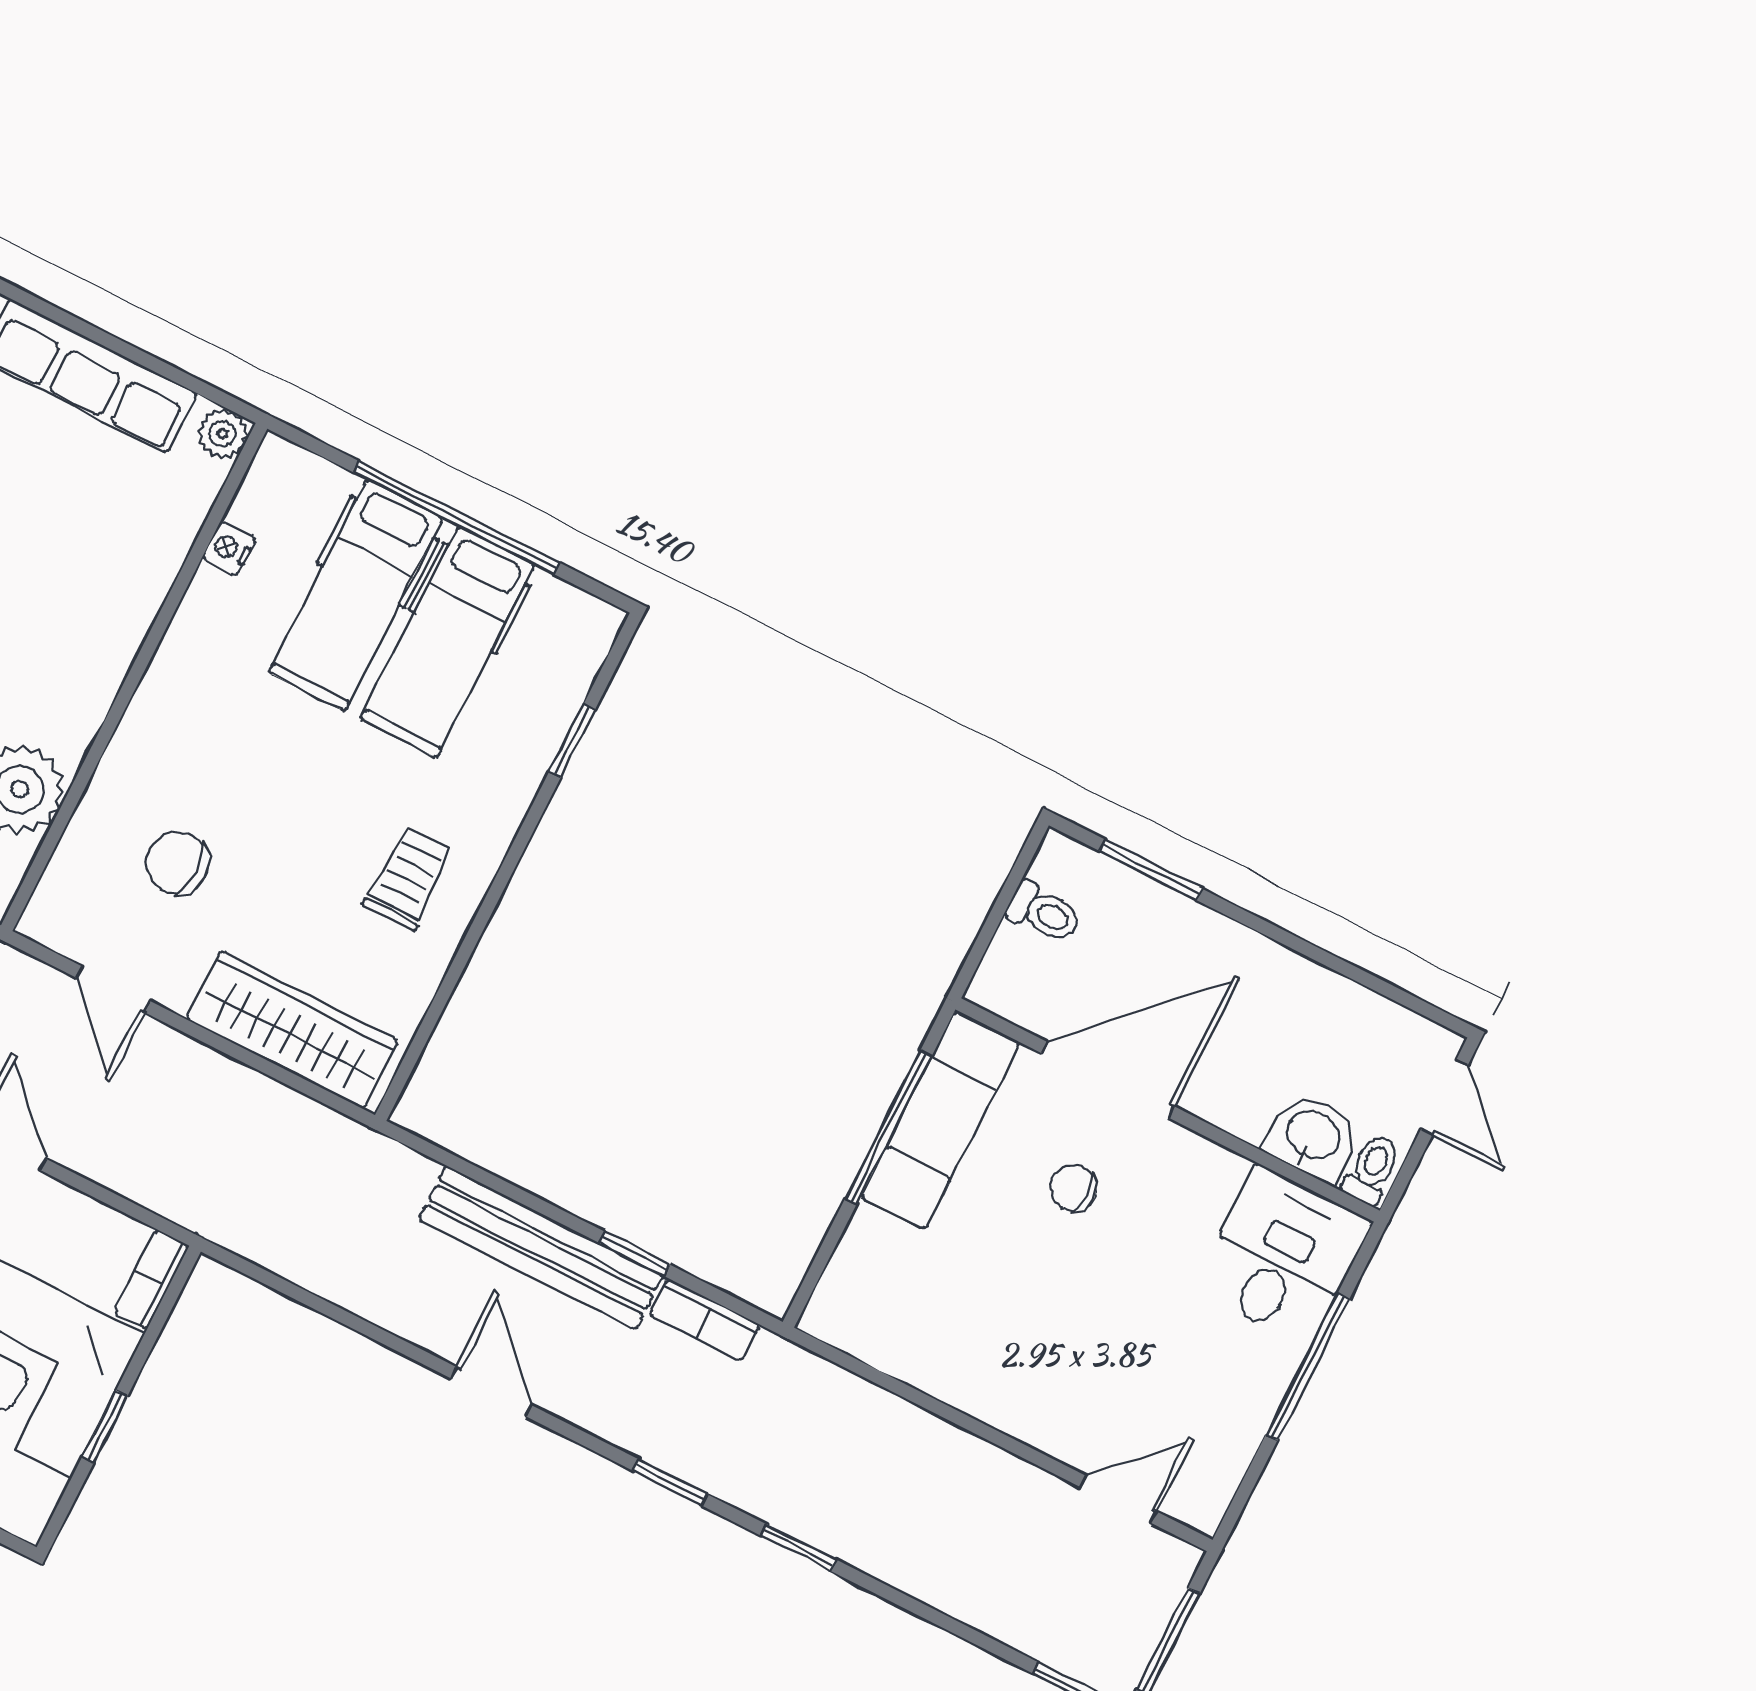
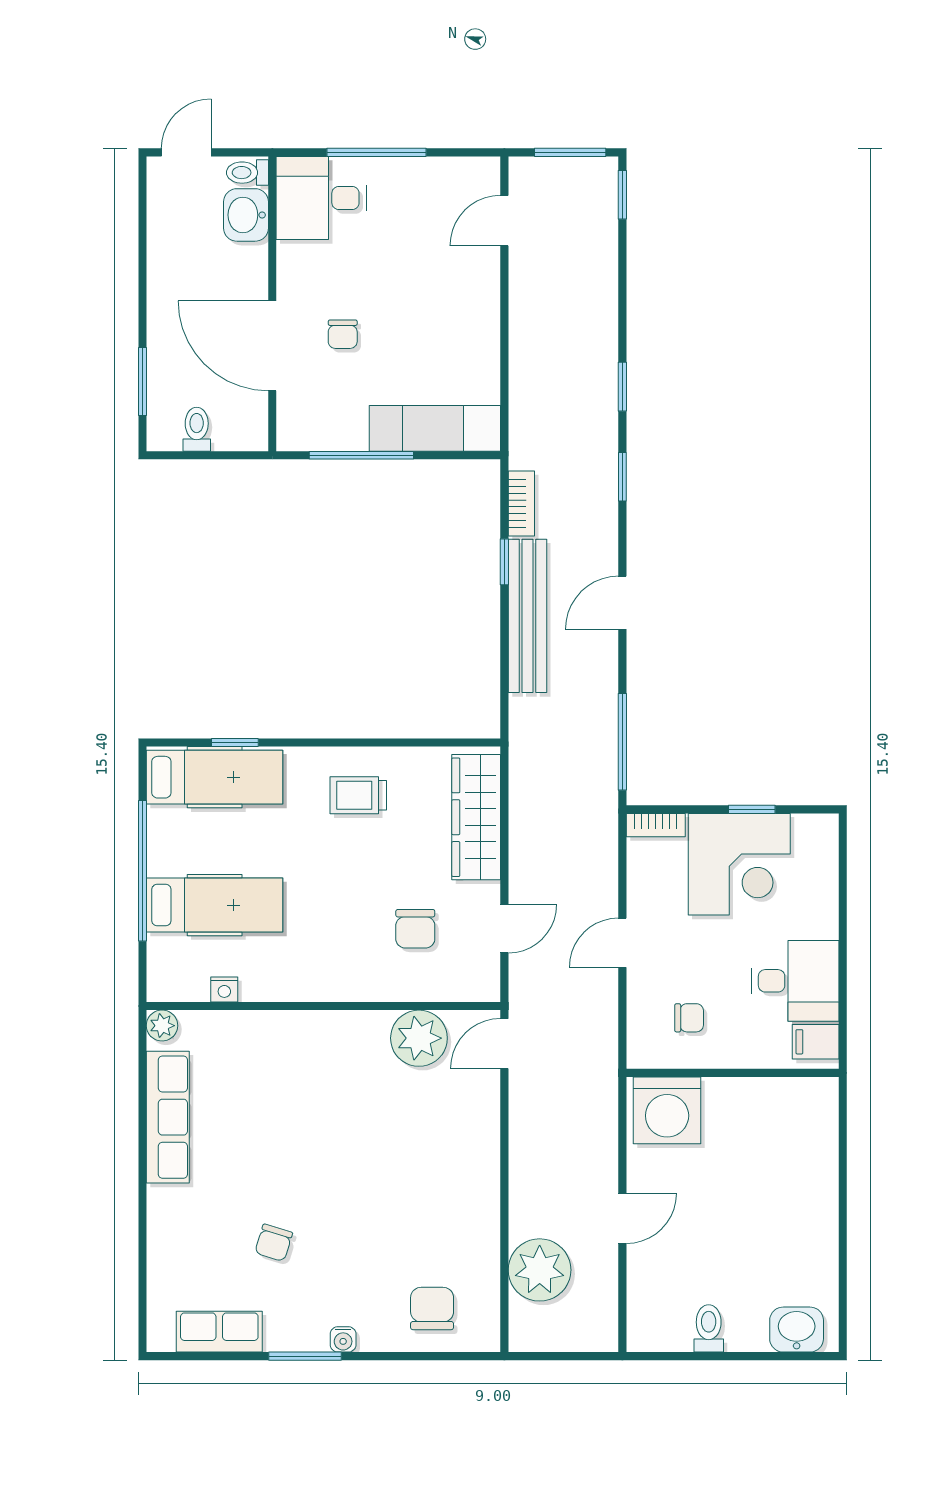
hospital bed: (448, 642) -> (215, 777), moved
exam couch: (940, 1120) -> (435, 428), moved
window: (294, 1292) -> (622, 742), added
door: (1118, 1499) -> (504, 221), hinge flipped

